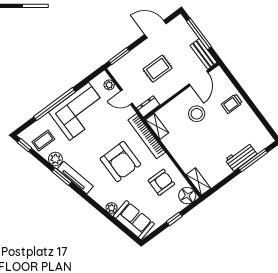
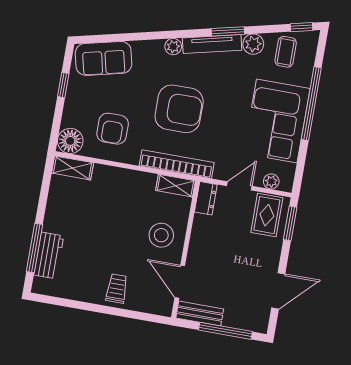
rug: (158, 69) -> (267, 215), moved
stool: (197, 114) -> (161, 235), moved
workbench: (241, 157) -> (49, 255), moved
armchair: (120, 162) -> (179, 109), turned 180
plant: (111, 208) -> (173, 47), moved
window: (174, 219) -> (63, 85), moved

